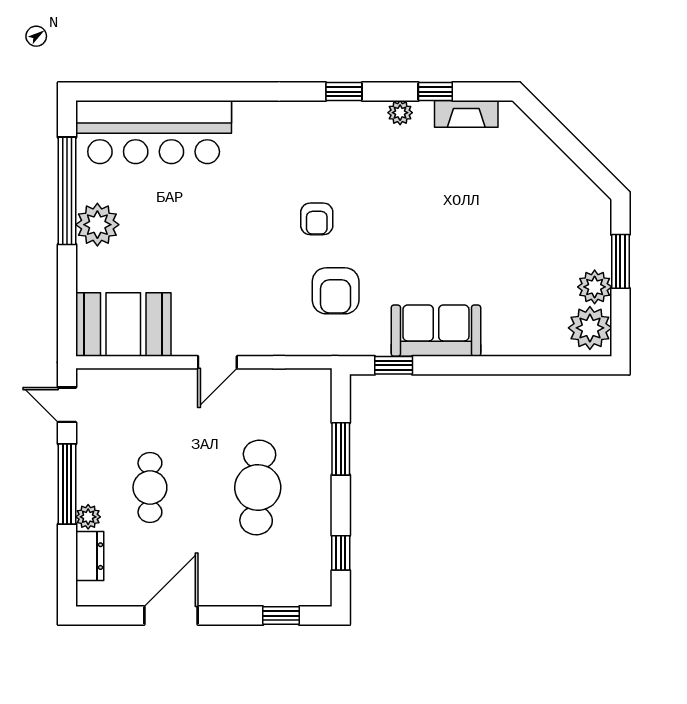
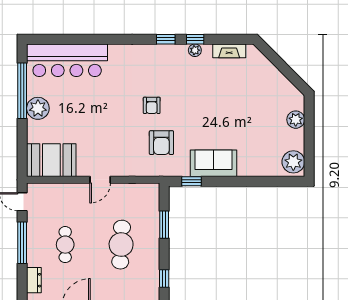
window: (435, 92) -> (195, 39), moved
window: (620, 261) -> (309, 127), removed
plant: (595, 287) -> (296, 120), moved
plant: (88, 517) -> (33, 260), removed

